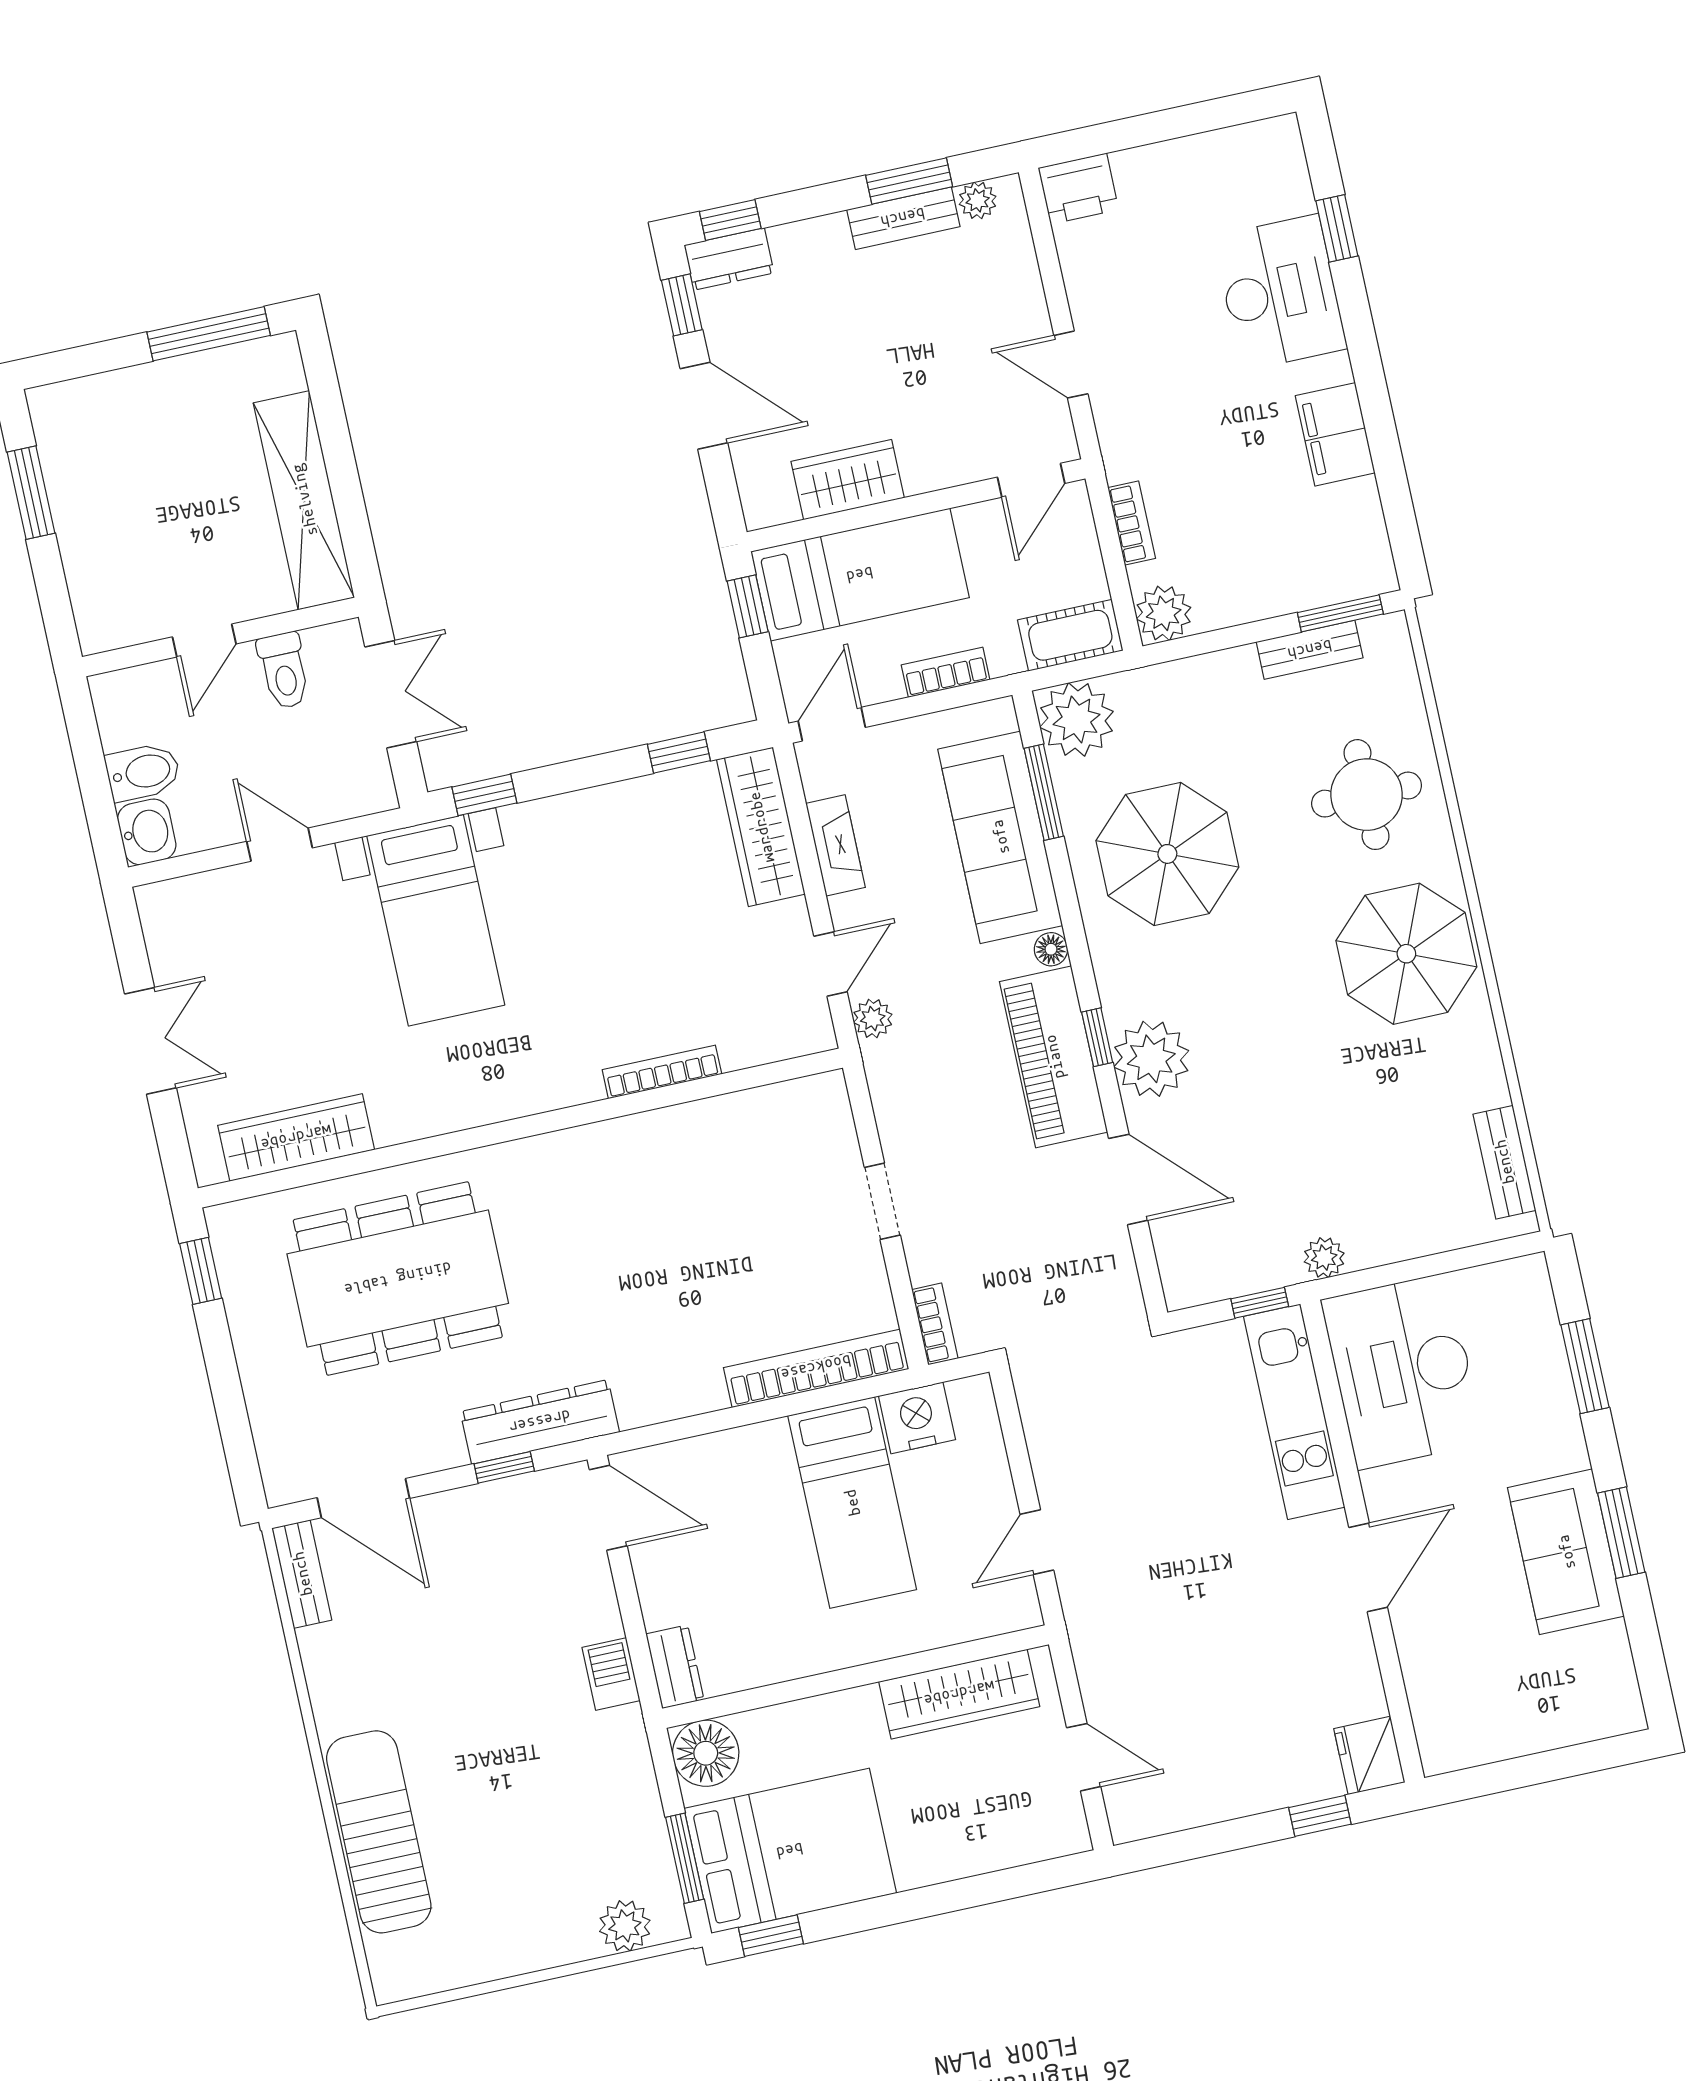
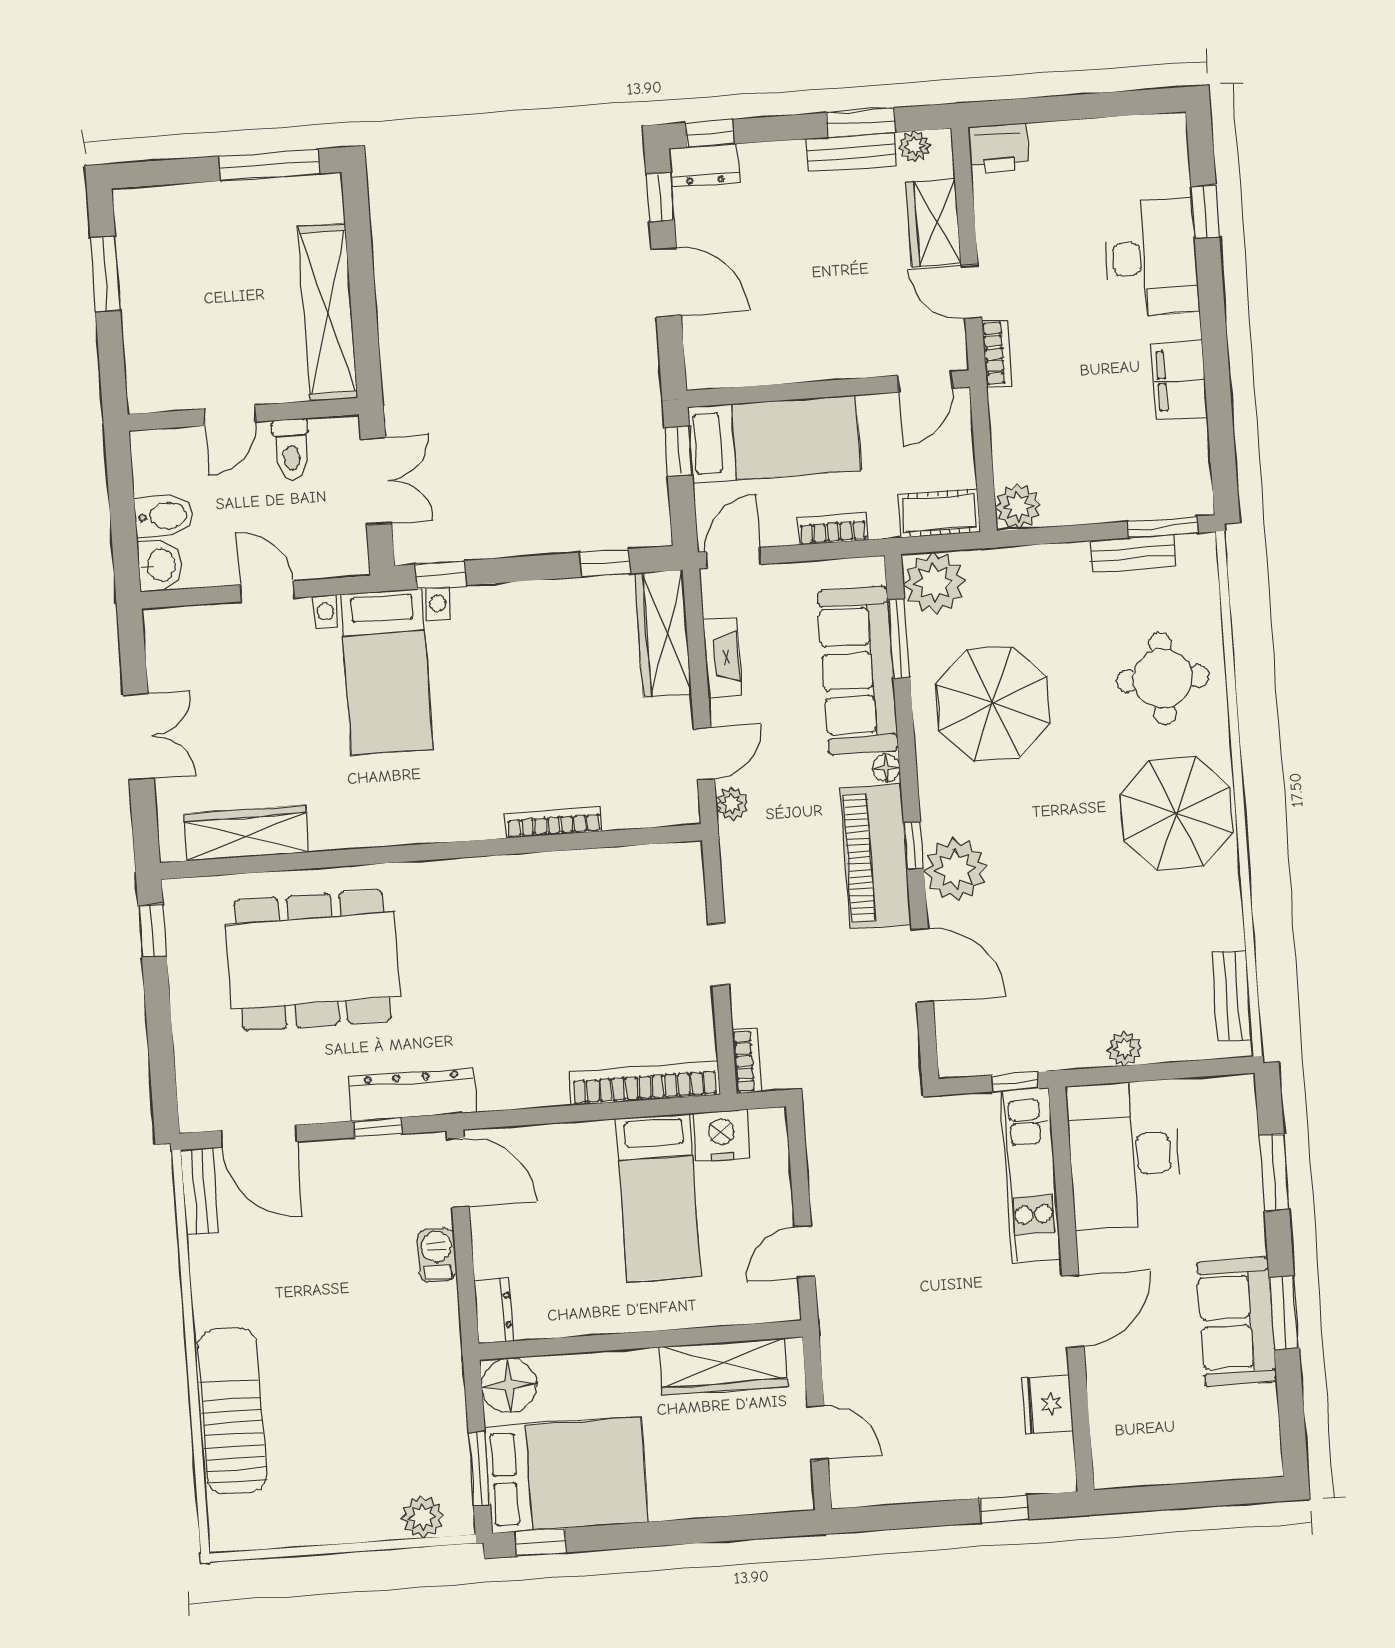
wardrobe: (848, 480) -> (934, 223), moved, turned -90
bookcase: (1132, 523) -> (997, 353), moved
plant: (1324, 1258) -> (1124, 1049), moved
barbecue: (611, 1674) -> (437, 1255), moved
fridge: (1369, 1755) -> (1047, 1404), moved

